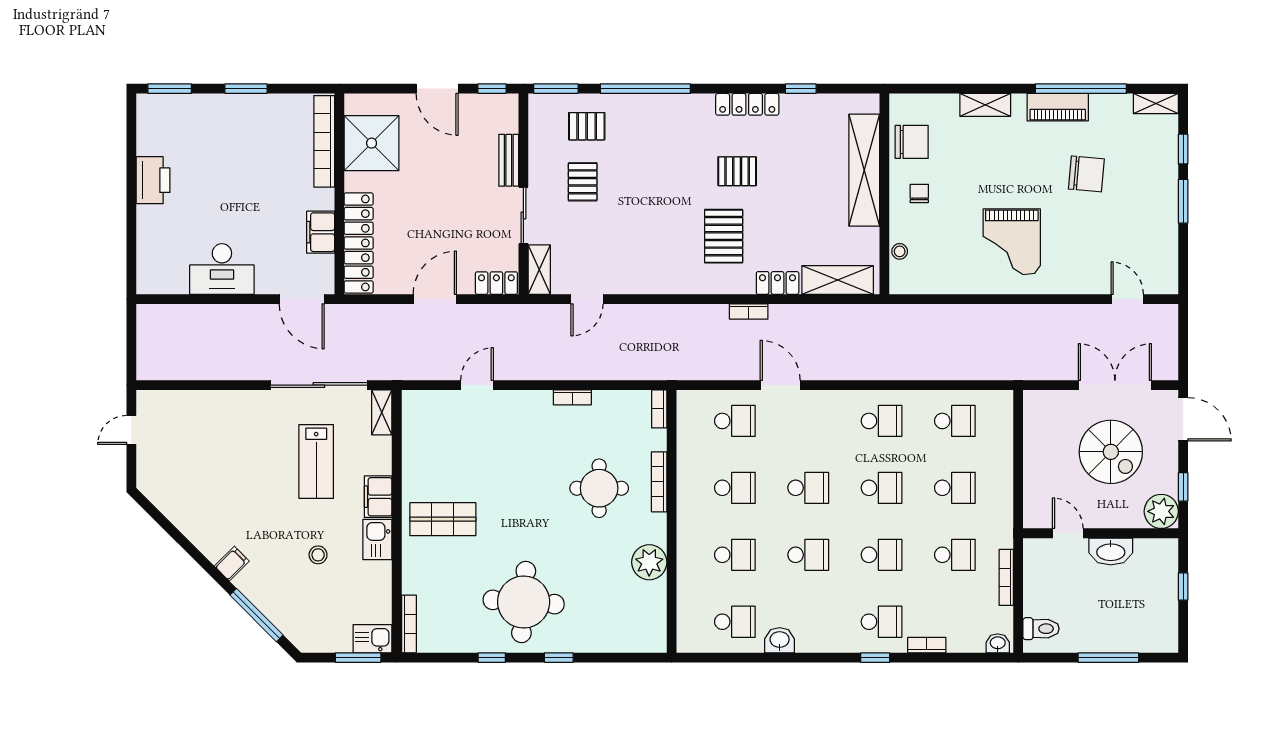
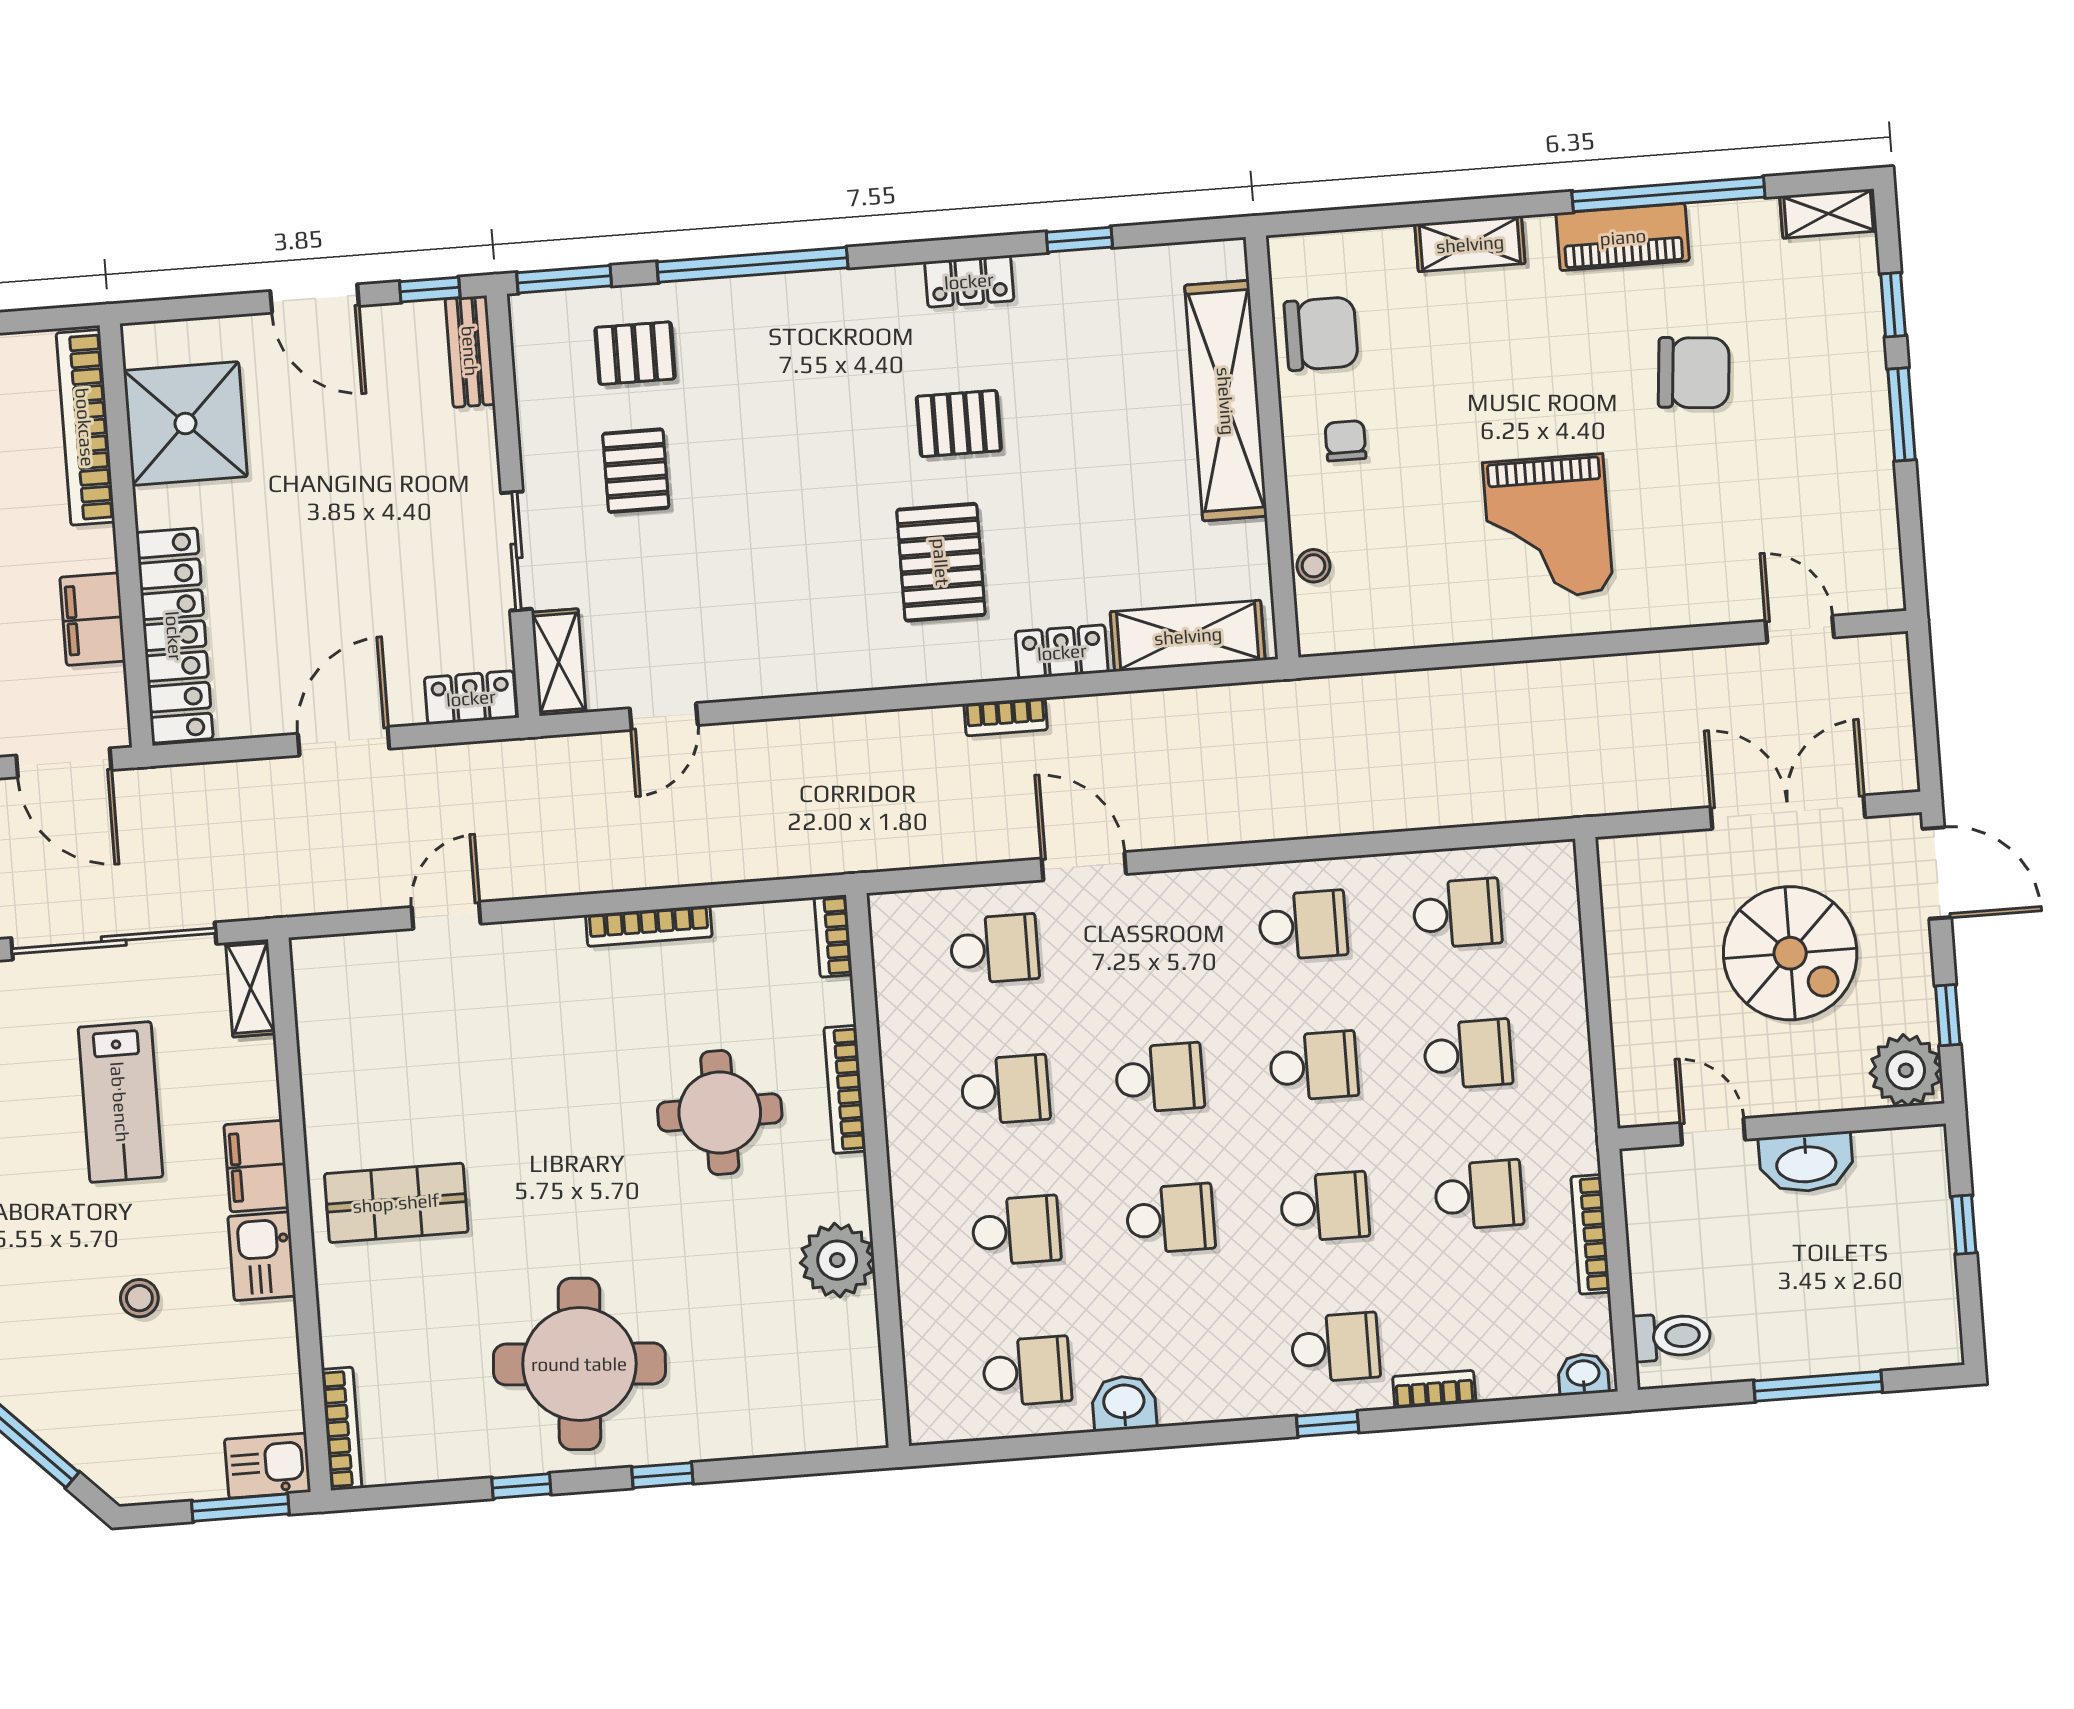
locker: (747, 104) -> (969, 281), width x0.66
bench: (509, 160) -> (470, 351), moved
bookcase: (572, 397) -> (649, 926), width x1.56

